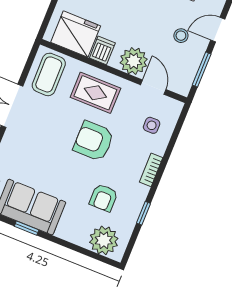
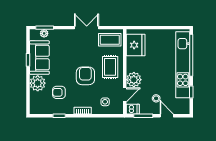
dishwasher: (102, 50) -> (133, 109), moved
plant: (104, 240) -> (38, 83), moved

